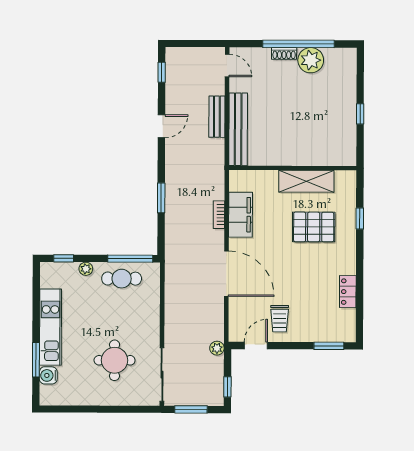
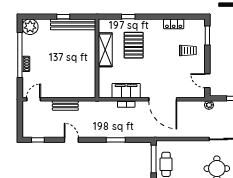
plant: (311, 60) -> (30, 27), moved
bench: (238, 129) -> (73, 24), moved
door: (226, 274) -> (163, 99), swing flipped
trolley: (280, 319) -> (188, 51), moved

